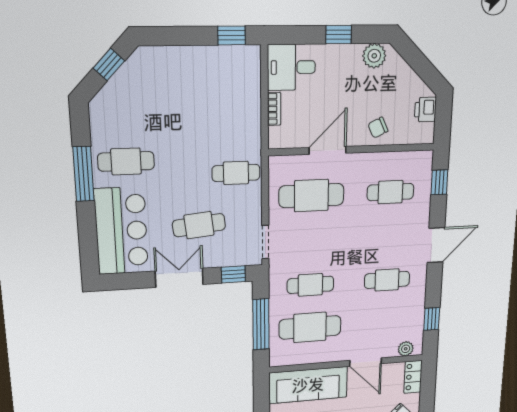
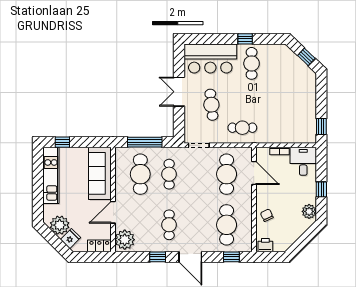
printer: (425, 109) -> (265, 245), moved
door: (328, 150) -> (254, 173), moved
cafe table: (236, 173) -> (242, 128), turned 90
window: (83, 174) -> (245, 39), width x0.46
cafe table: (390, 192) -> (227, 225), width x1.37, depth x1.35
window: (233, 274) -> (179, 125), removed
double door: (179, 278) -> (179, 92), swing flipped
window: (432, 319) -> (158, 257), moved
plant: (406, 349) -> (125, 240), width x1.87, depth x1.87

